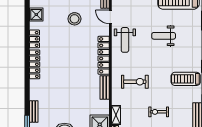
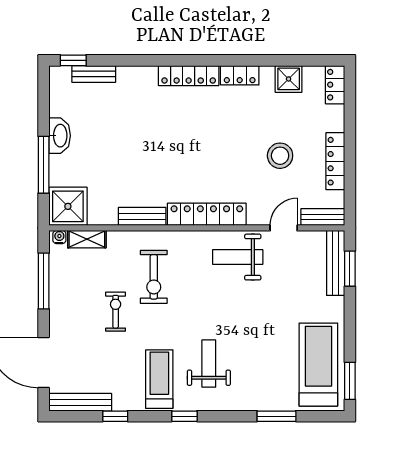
weight bench: (164, 36) -> (209, 364), moved
exercise bike: (159, 112) -> (116, 312), moved

